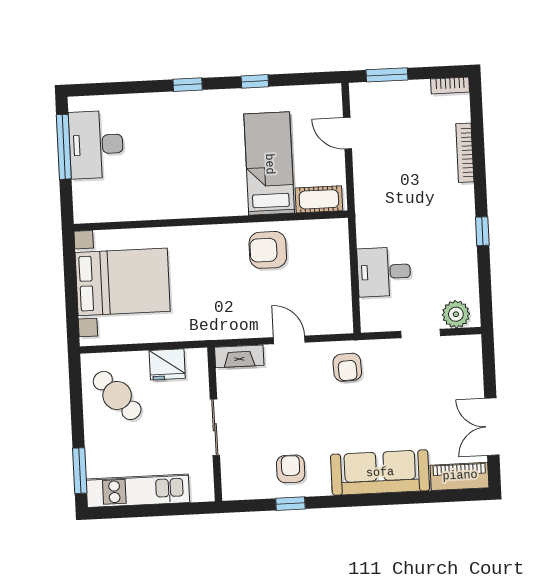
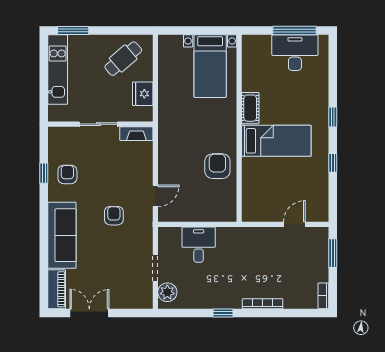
bookcase: (465, 153) -> (263, 304), moved
bed: (269, 164) -> (276, 141), moved
cot: (319, 199) -> (250, 108), moved
bed with nightstands: (123, 282) -> (210, 66), width x0.73
door: (289, 340) -> (155, 196), moved
fireplace: (239, 356) -> (136, 134), moved, turned -90
armchair: (347, 367) -> (114, 216), moved, turned 93
armchair: (291, 469) -> (67, 174), turned -90

